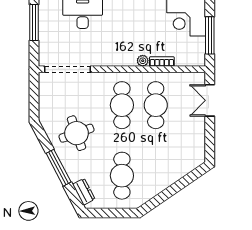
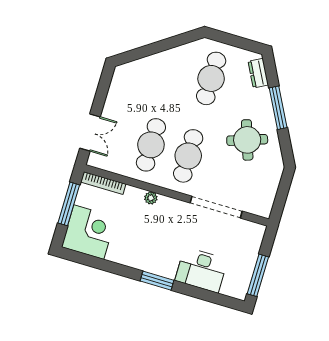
bookcase: (162, 61) -> (103, 183), moved, width x1.56
doorway: (68, 69) -> (216, 207), moved

